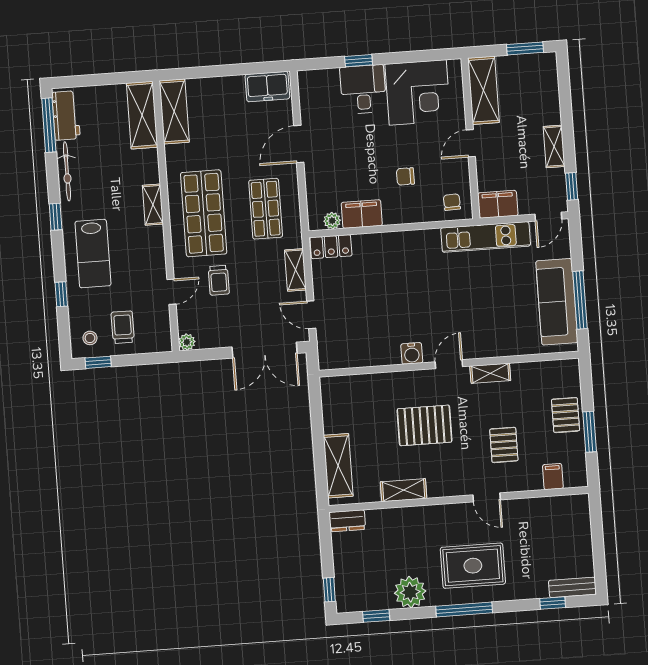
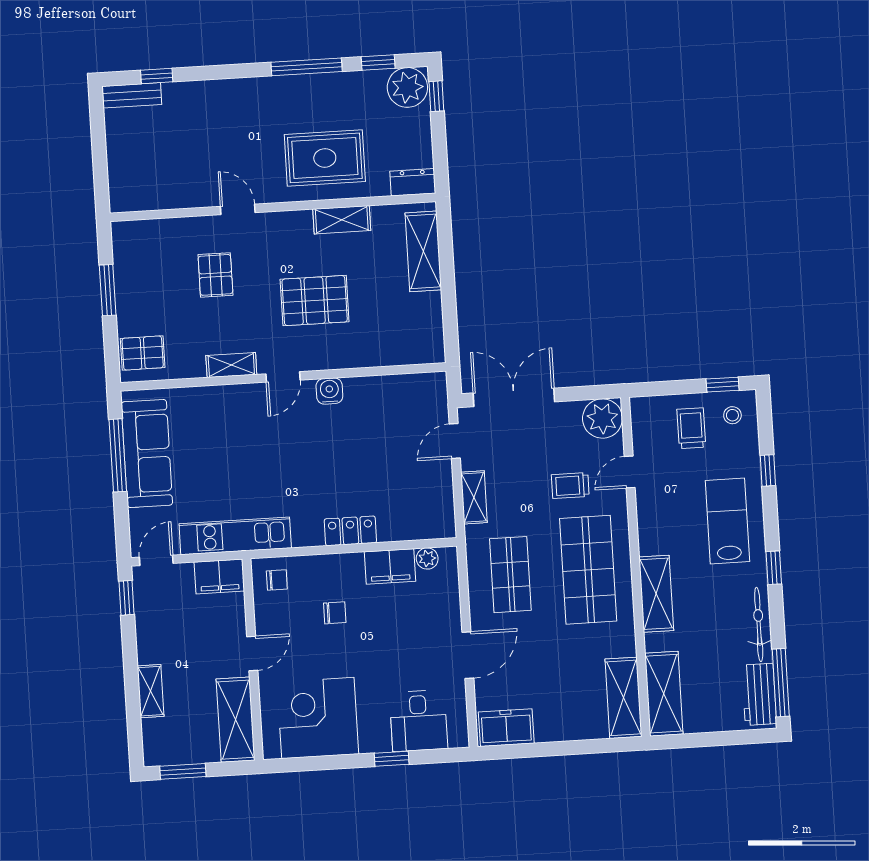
desk: (363, 89) -> (419, 721), moved
shelving: (554, 146) -> (151, 691), moved
chair: (452, 202) -> (277, 580), turned -88
shelving: (153, 205) -> (656, 594), width x1.50, depth x1.33
locker: (331, 247) -> (350, 531), moved
trolley: (219, 280) -> (570, 486), turned -90
door: (311, 315) -> (455, 441), swing flipped
trolley: (123, 327) -> (691, 428), turned 180
plant: (187, 342) -> (602, 418), width x1.88, depth x1.88
pallet: (566, 415) -> (143, 353), moved, turned 90
filing cabinet: (553, 477) -> (154, 234), removed
rug: (473, 566) -> (325, 158), moved
plant: (410, 592) -> (407, 87), moved
window: (464, 610) -> (307, 67), moved

